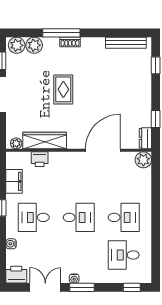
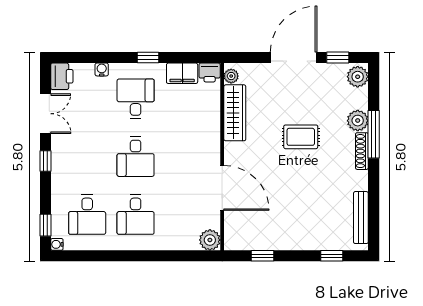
shoe rack: (70, 42) -> (362, 151), width x1.43
plant: (34, 45) -> (358, 121), moved
dresser: (145, 138) -> (238, 243), removed
printer: (40, 159) -> (210, 72), moved, turned -90
desk: (124, 255) -> (87, 215), turned 180
water cooler: (74, 278) -> (57, 244), moved
window: (82, 287) -> (45, 161), width x0.67

